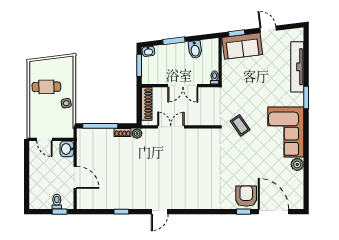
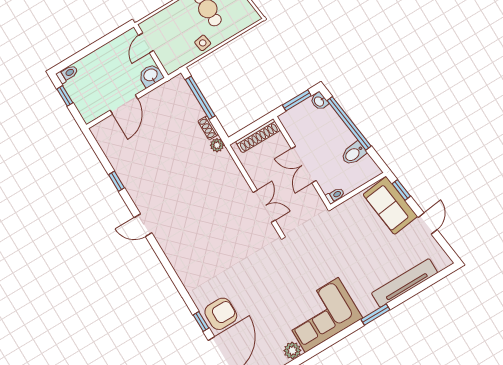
window: (174, 41) -> (349, 123), width x2.11
coffee table: (240, 125) -> (298, 258), removed
double door: (171, 127) -> (264, 206), moved
toilet: (57, 202) -> (67, 74), moved
window: (60, 212) -> (65, 96), moved

